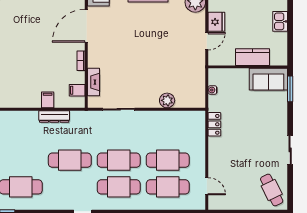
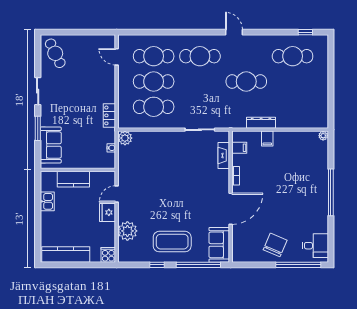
kitchen sink: (280, 21) -> (47, 201), moved
sofa: (268, 79) -> (51, 145), moved, turned 90
window: (290, 89) -> (38, 128), moved
plant: (167, 100) -> (125, 138), moved
cafe table: (119, 160) -> (154, 107), moved

